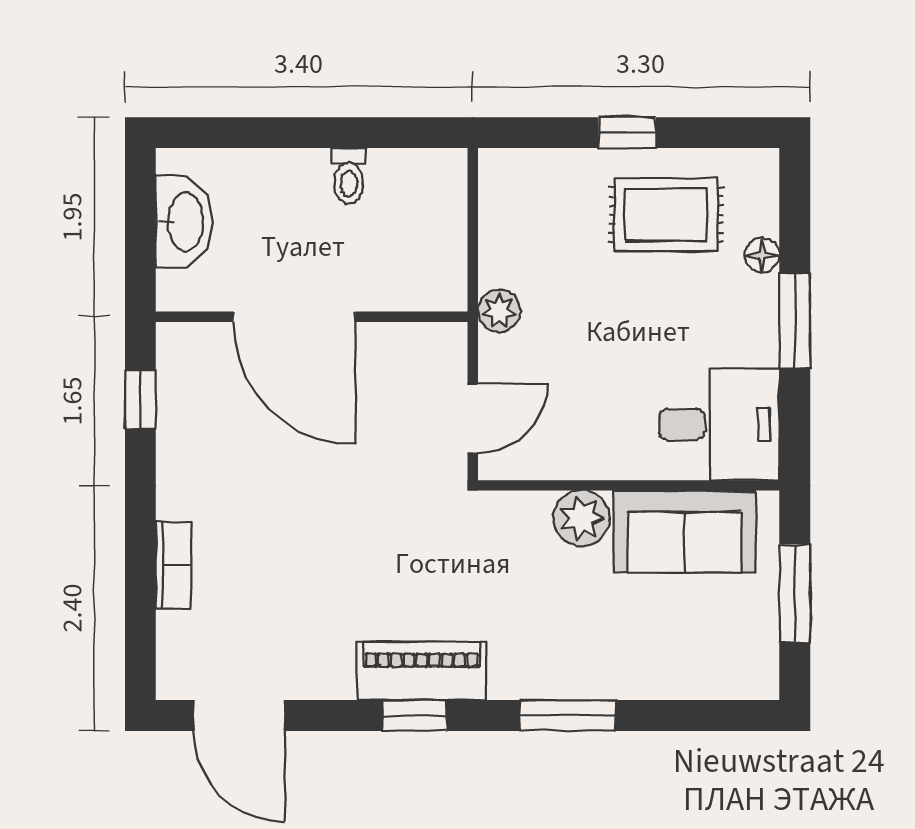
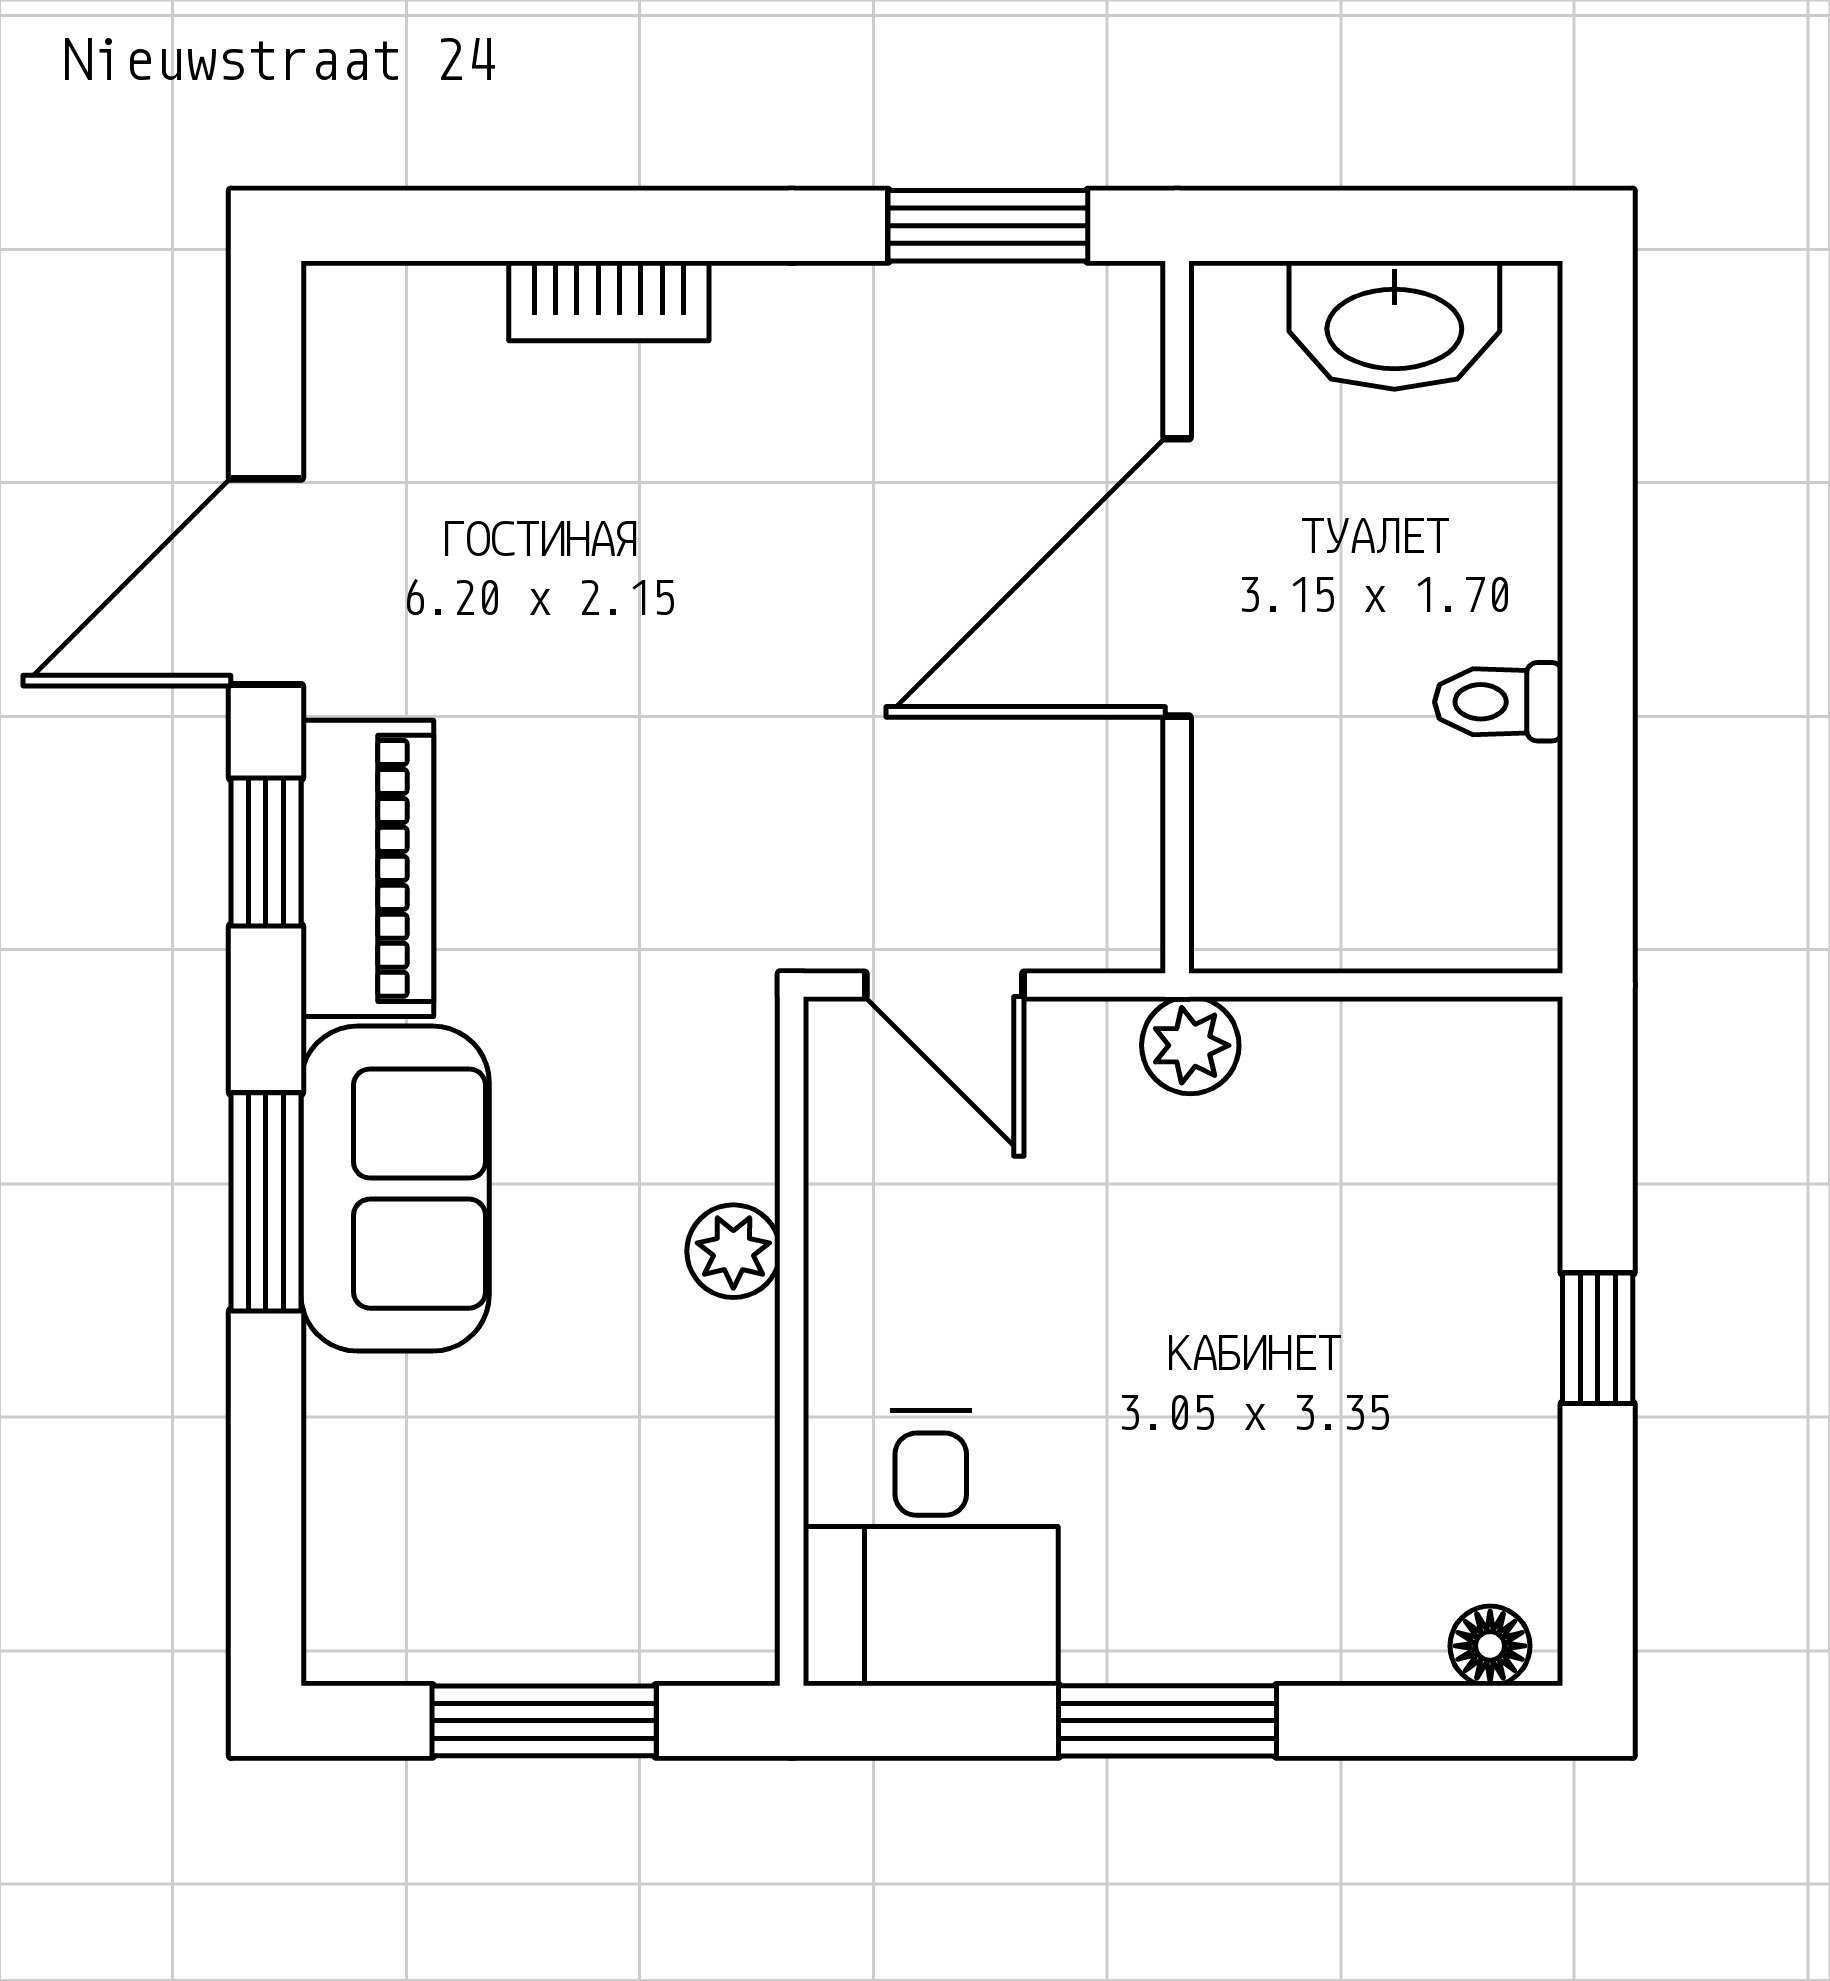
rug: (666, 215) -> (1410, 1427), removed
floor lamp: (762, 255) -> (1490, 1646), moved
window: (140, 400) -> (988, 226), width x1.50
plant: (582, 518) -> (733, 1251), width x0.73, depth x0.73
sofa: (685, 532) -> (395, 1189), moved, turned 180
door: (239, 715) -> (266, 582), moved

